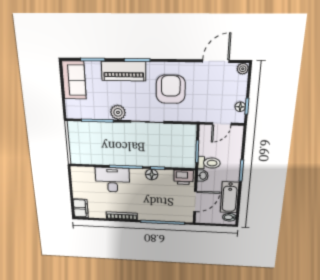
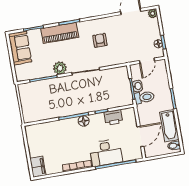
armchair: (171, 89) -> (100, 40), width x0.53, depth x0.53
floor lamp: (152, 175) -> (84, 121), moved
washbasin: (203, 176) -> (137, 86), moved
printer: (184, 177) -> (113, 117), moved
desk: (112, 180) -> (106, 153), moved, turned 180

